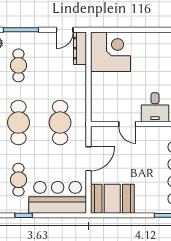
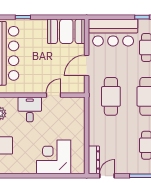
corner desk: (110, 52) -> (54, 157), moved, turned 90
door: (127, 124) -> (53, 95), hinge flipped

